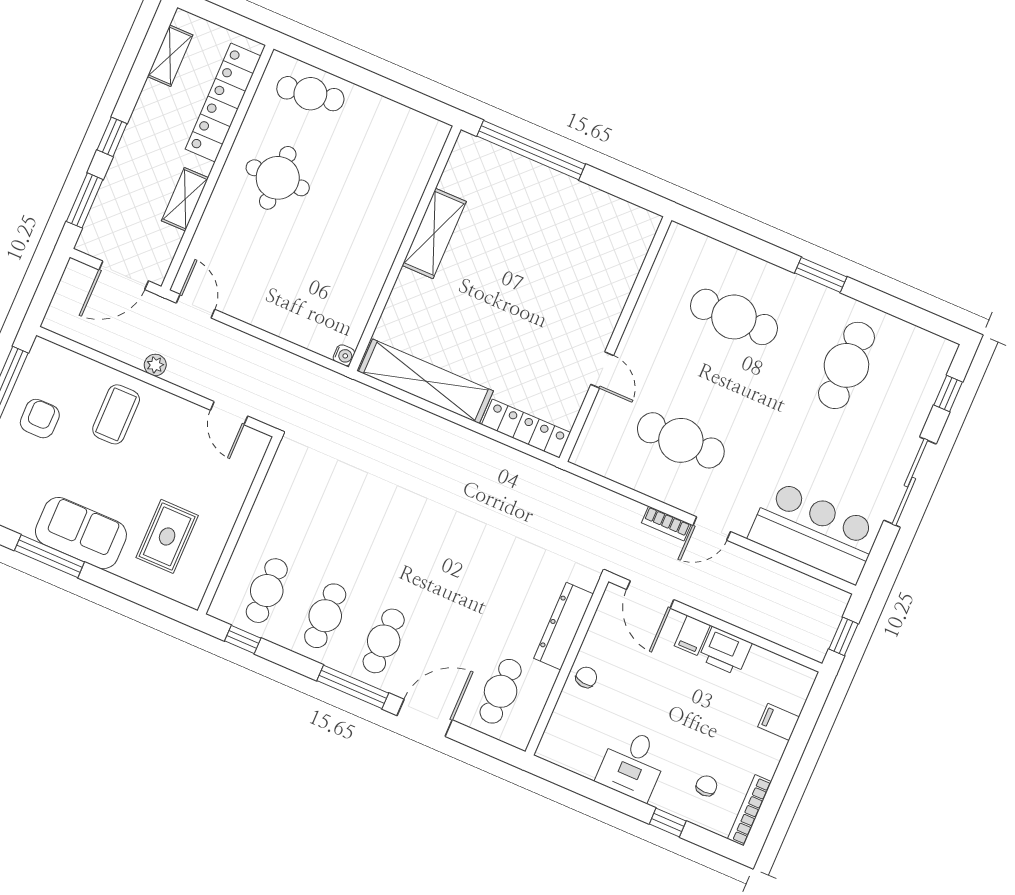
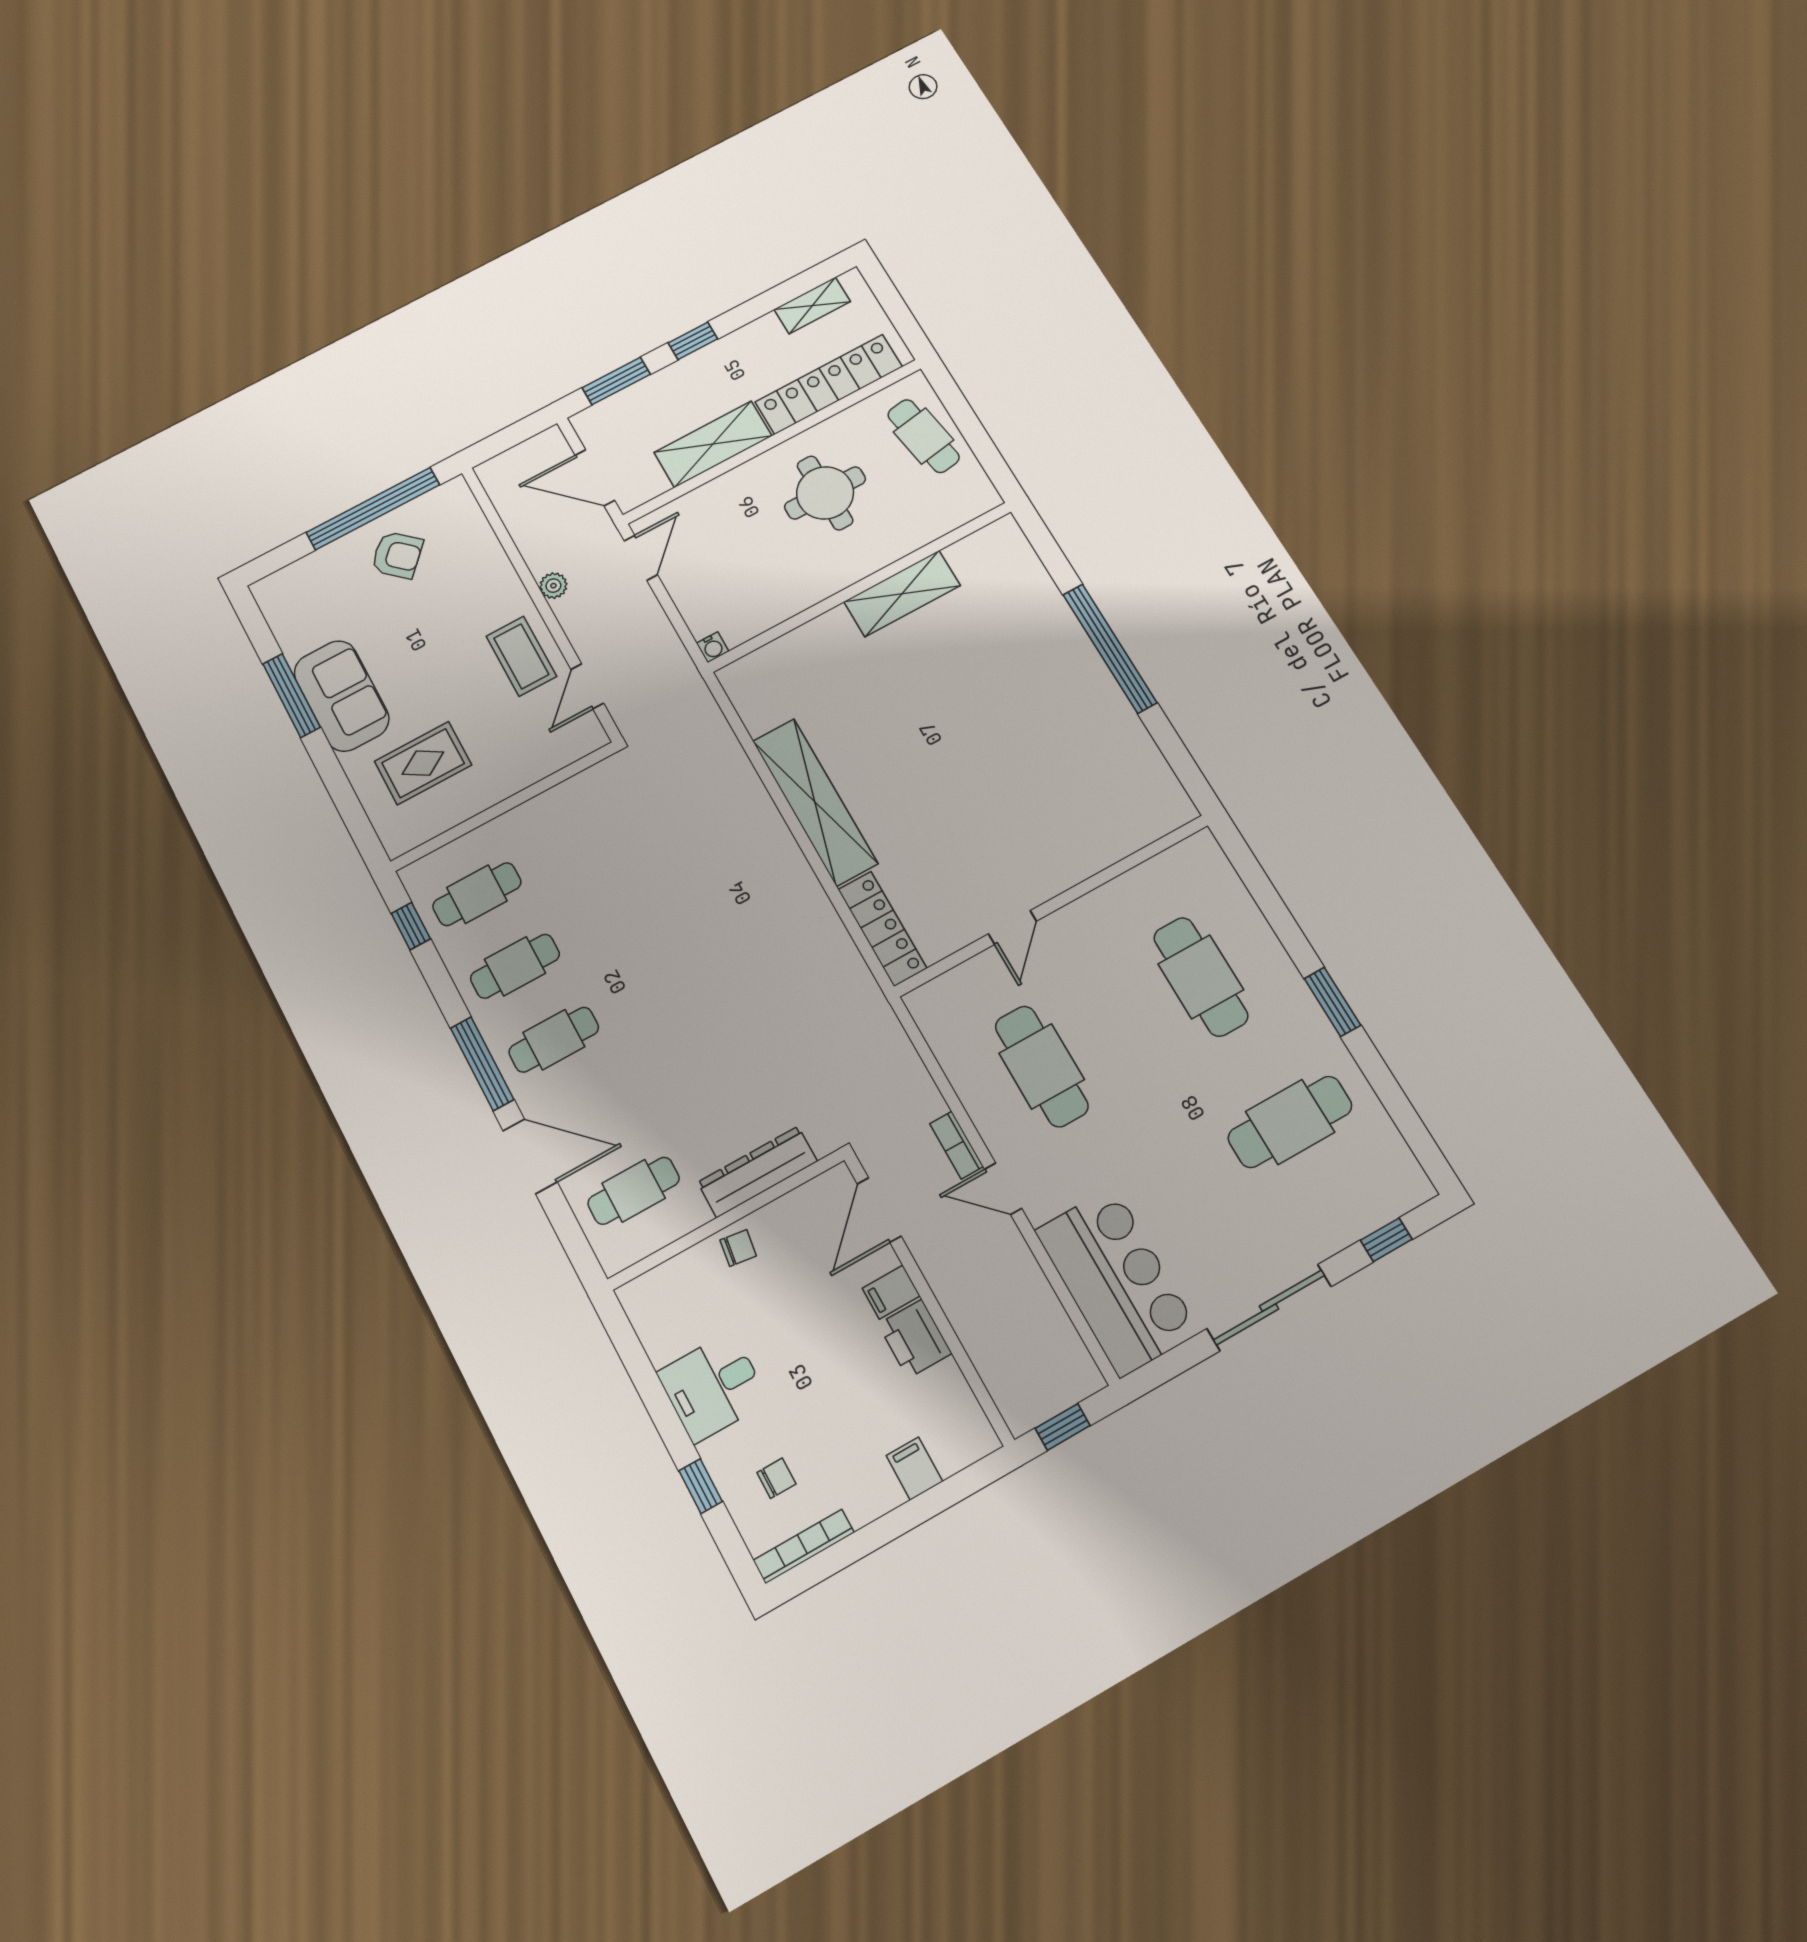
shelving: (185, 199) -> (713, 444), width x1.50, depth x1.33
shelving: (434, 233) -> (902, 594), moved
wall: (405, 248) -> (860, 587), moved
water cooler: (344, 355) -> (713, 647), moved
coffee table: (116, 414) -> (521, 656), moved, turned 90
armchair: (40, 419) -> (397, 555), turned 43

